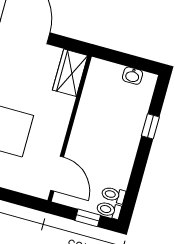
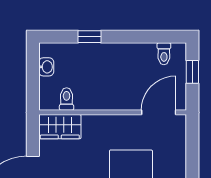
toilet: (109, 210) -> (67, 99), moved, turned 180

